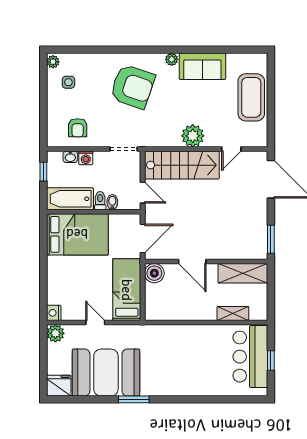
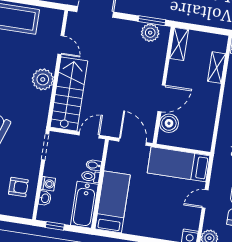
bed: (77, 234) -> (113, 202), width x0.67
plant: (258, 239) -> (150, 33), added
boiler: (154, 273) -> (169, 123), moved
shelving: (243, 273) -> (179, 44), width x0.67, depth x0.75

